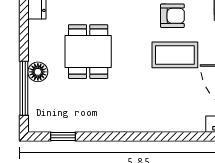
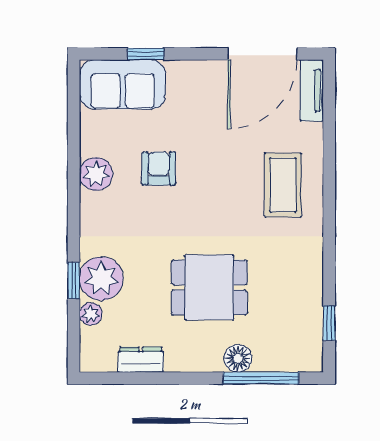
coffee table: (175, 55) -> (283, 185), moved

